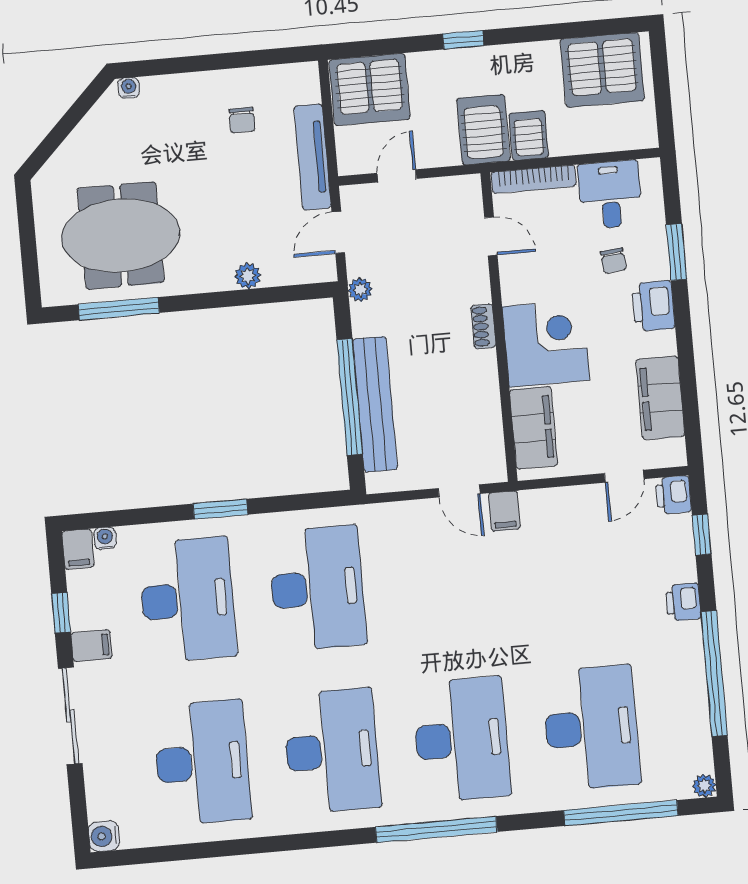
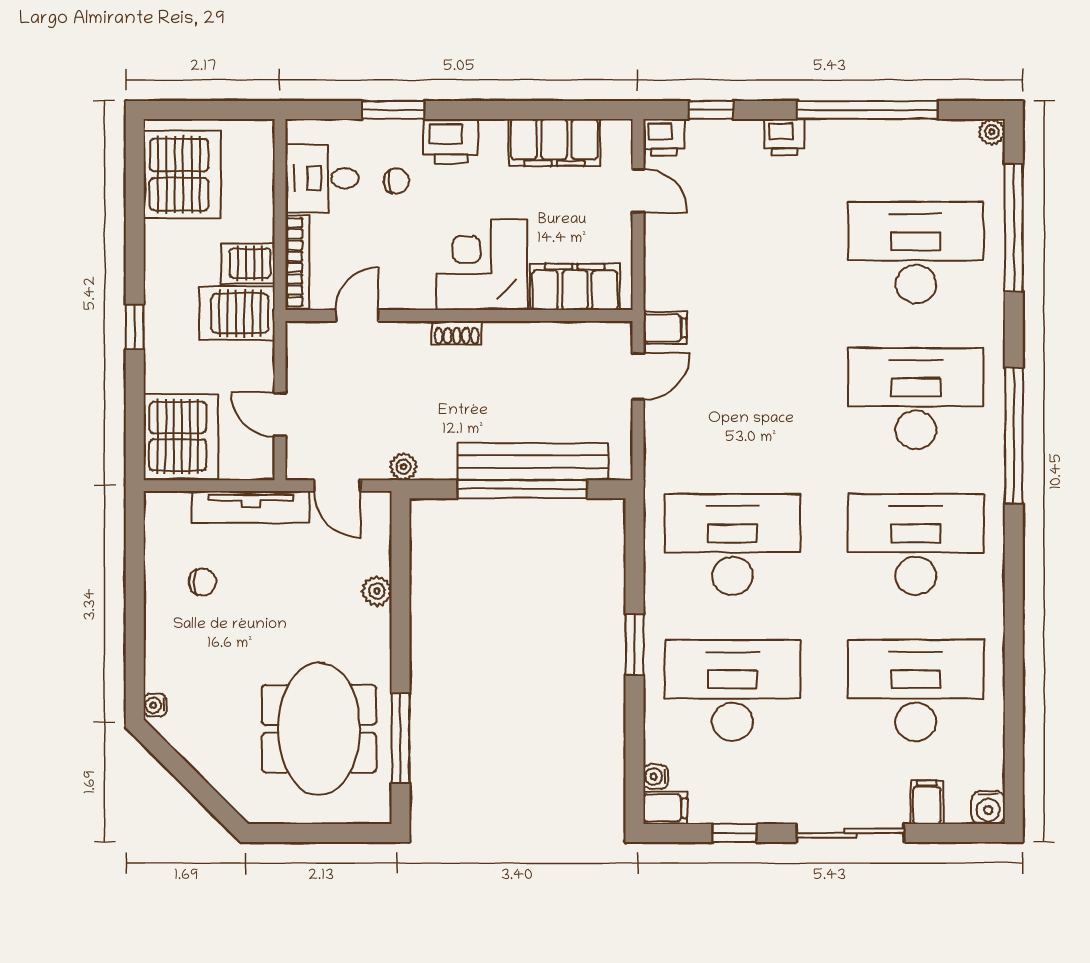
filing cabinet: (92, 646) -> (927, 802), moved

